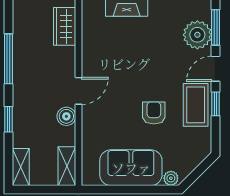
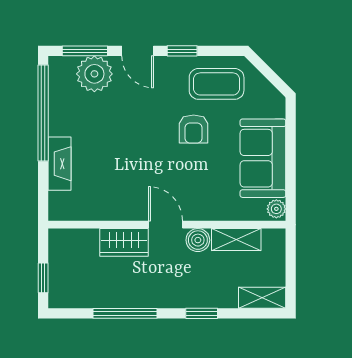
wardrobe: (65, 26) -> (124, 242), moved
coffee table: (196, 105) -> (217, 84), moved
armchair: (154, 113) -> (194, 129), turned -90
shelving: (67, 166) -> (236, 239), moved
plant: (171, 178) -> (276, 209), moved

